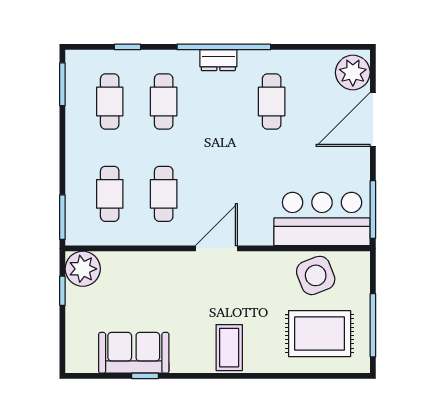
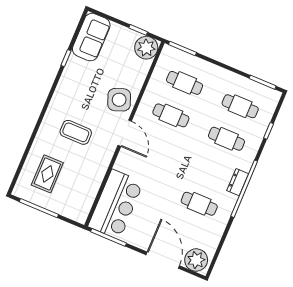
side table: (316, 275) -> (119, 100), moved
rug: (320, 334) -> (47, 174), width x0.73, depth x0.70
coffee table: (229, 348) -> (76, 132), moved
sofa: (134, 353) -> (91, 37), moved

